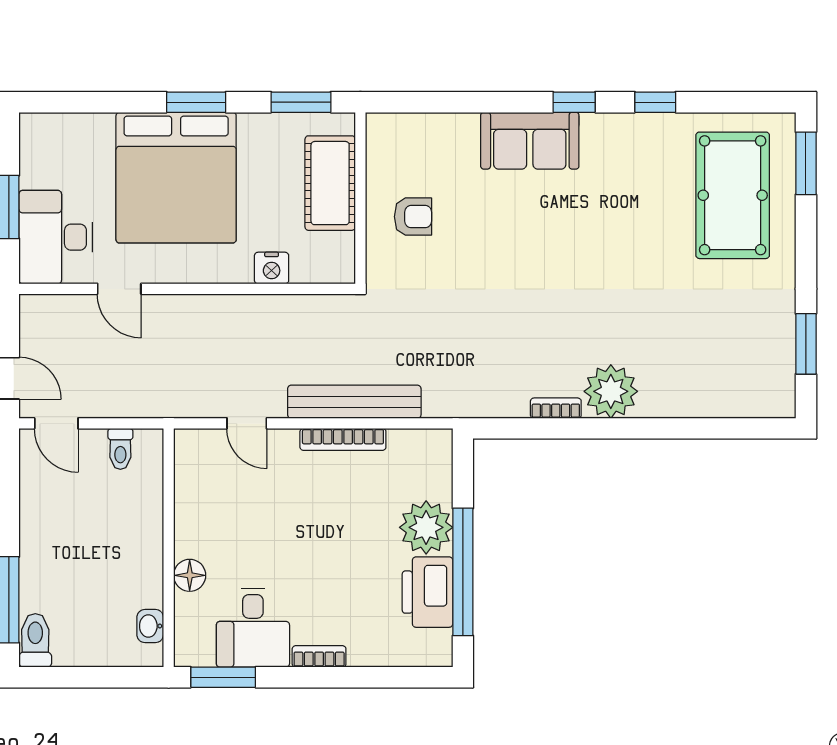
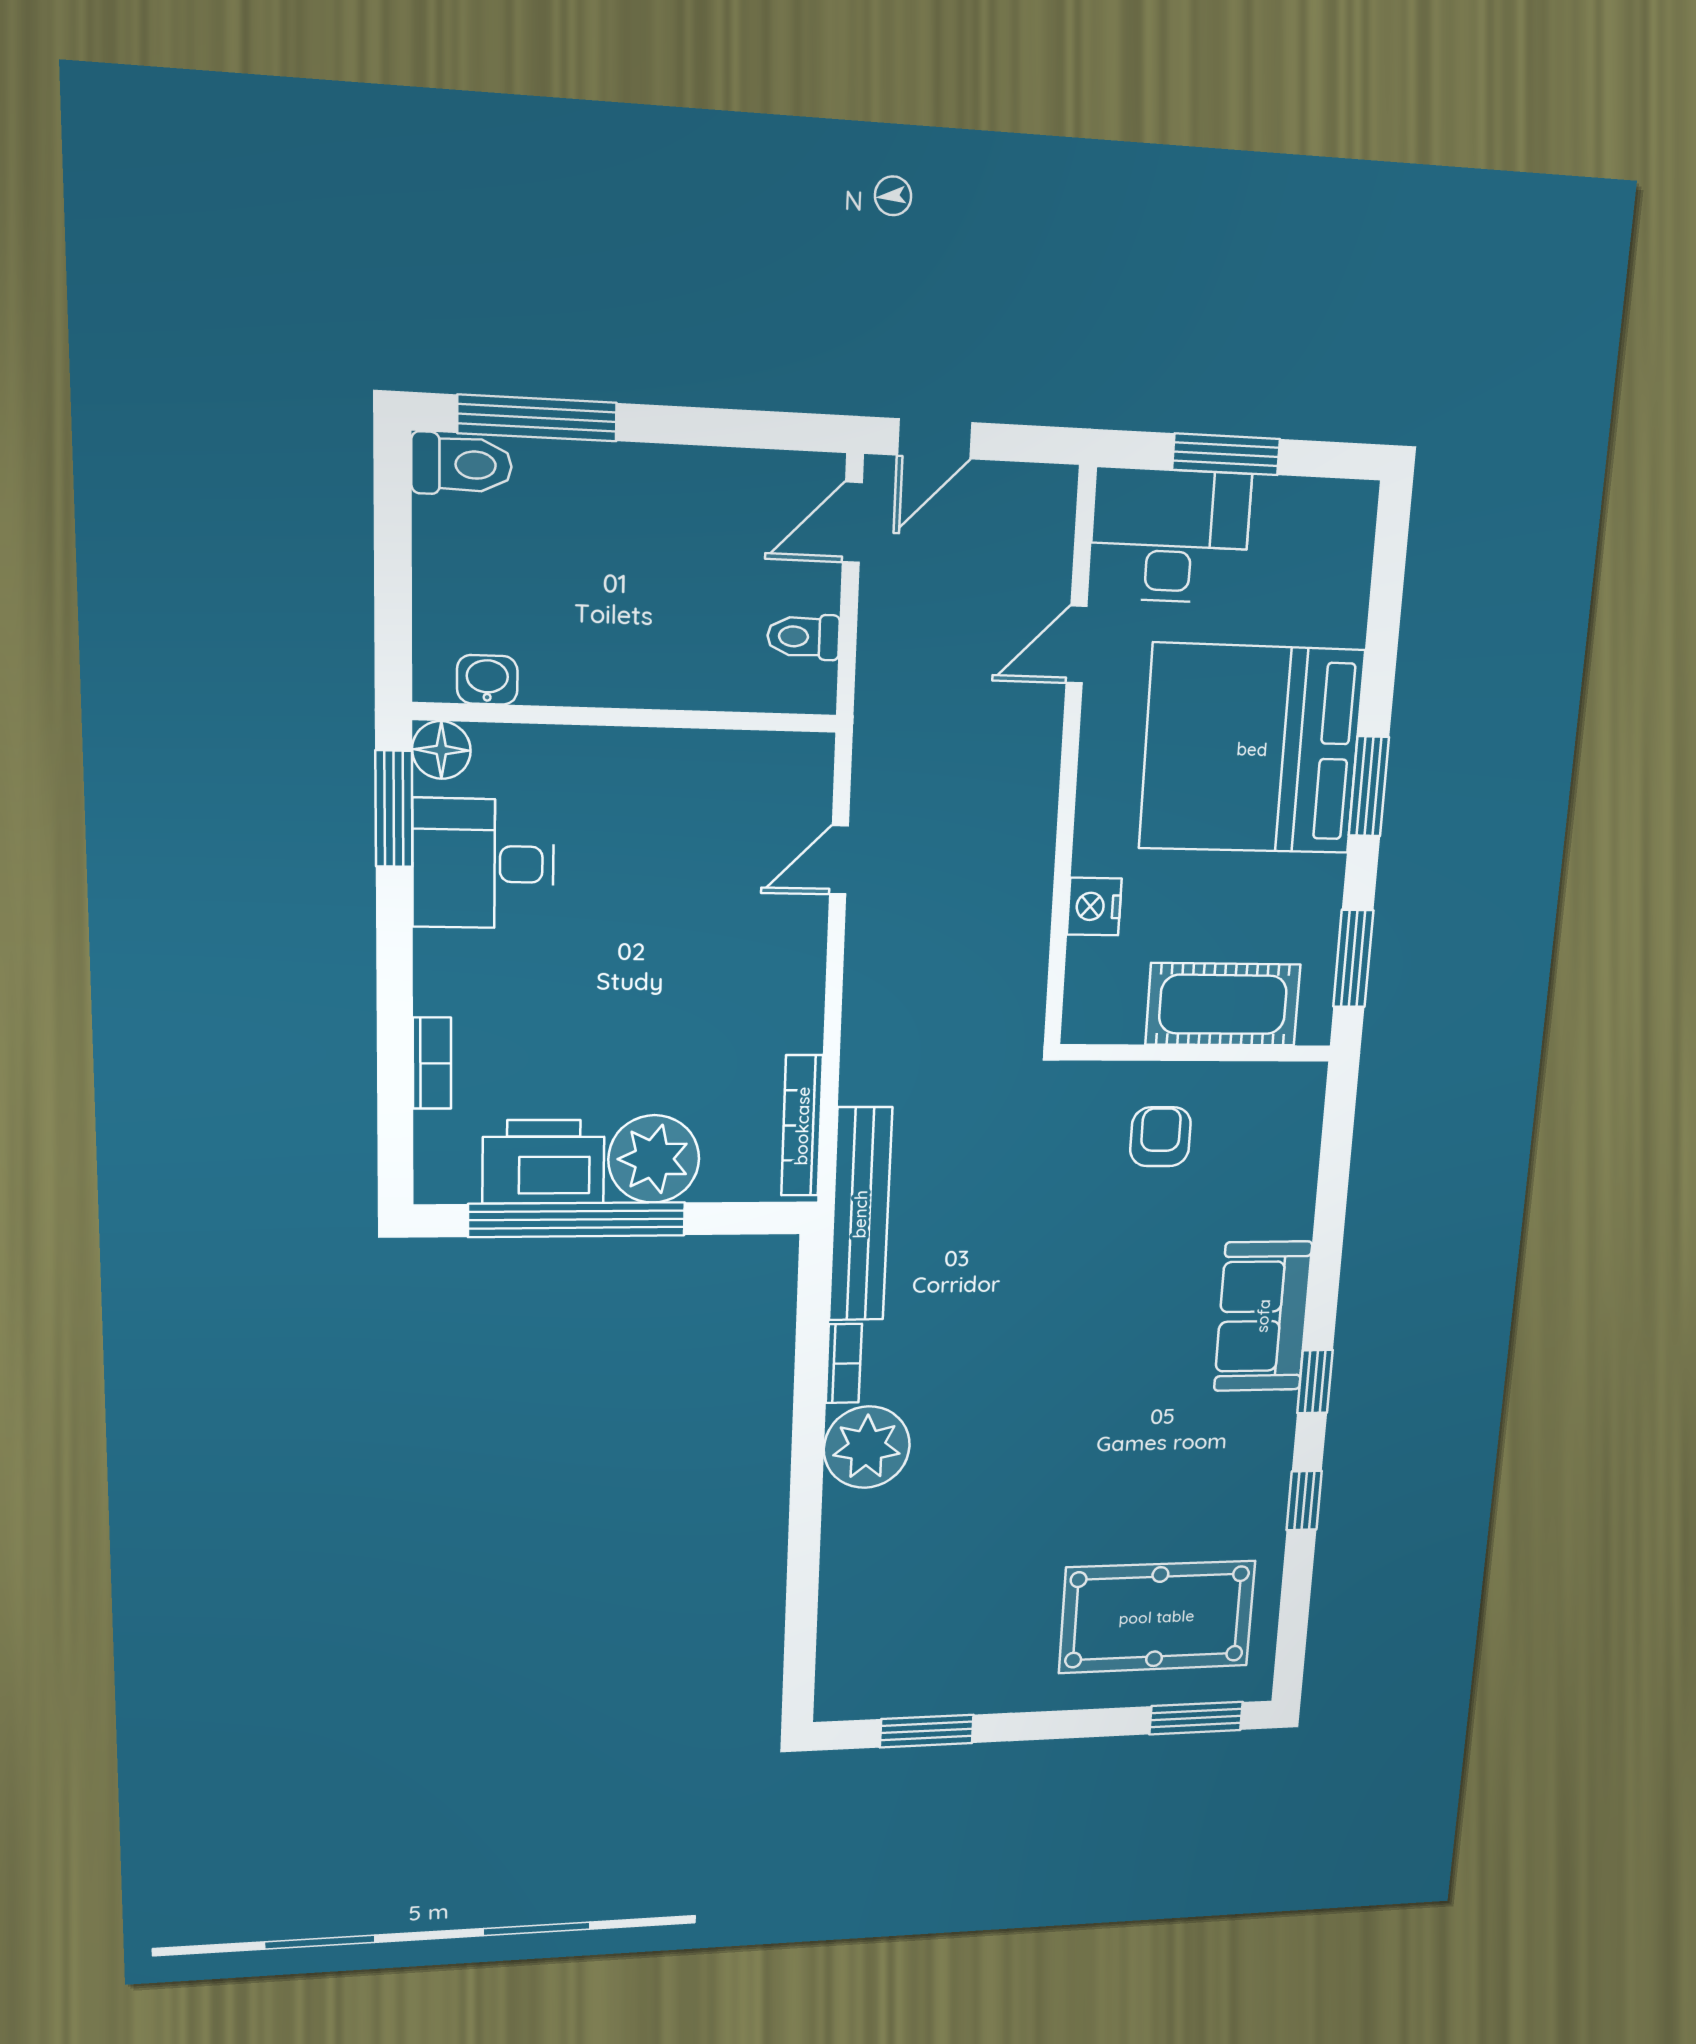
armchair: (413, 217) -> (1160, 1137), turned 180
bench: (354, 402) -> (860, 1214), moved
bookcase: (343, 439) -> (802, 1126), moved
floor lamp: (190, 575) -> (441, 750), moved
bookcase: (319, 656) -> (432, 1063), moved

